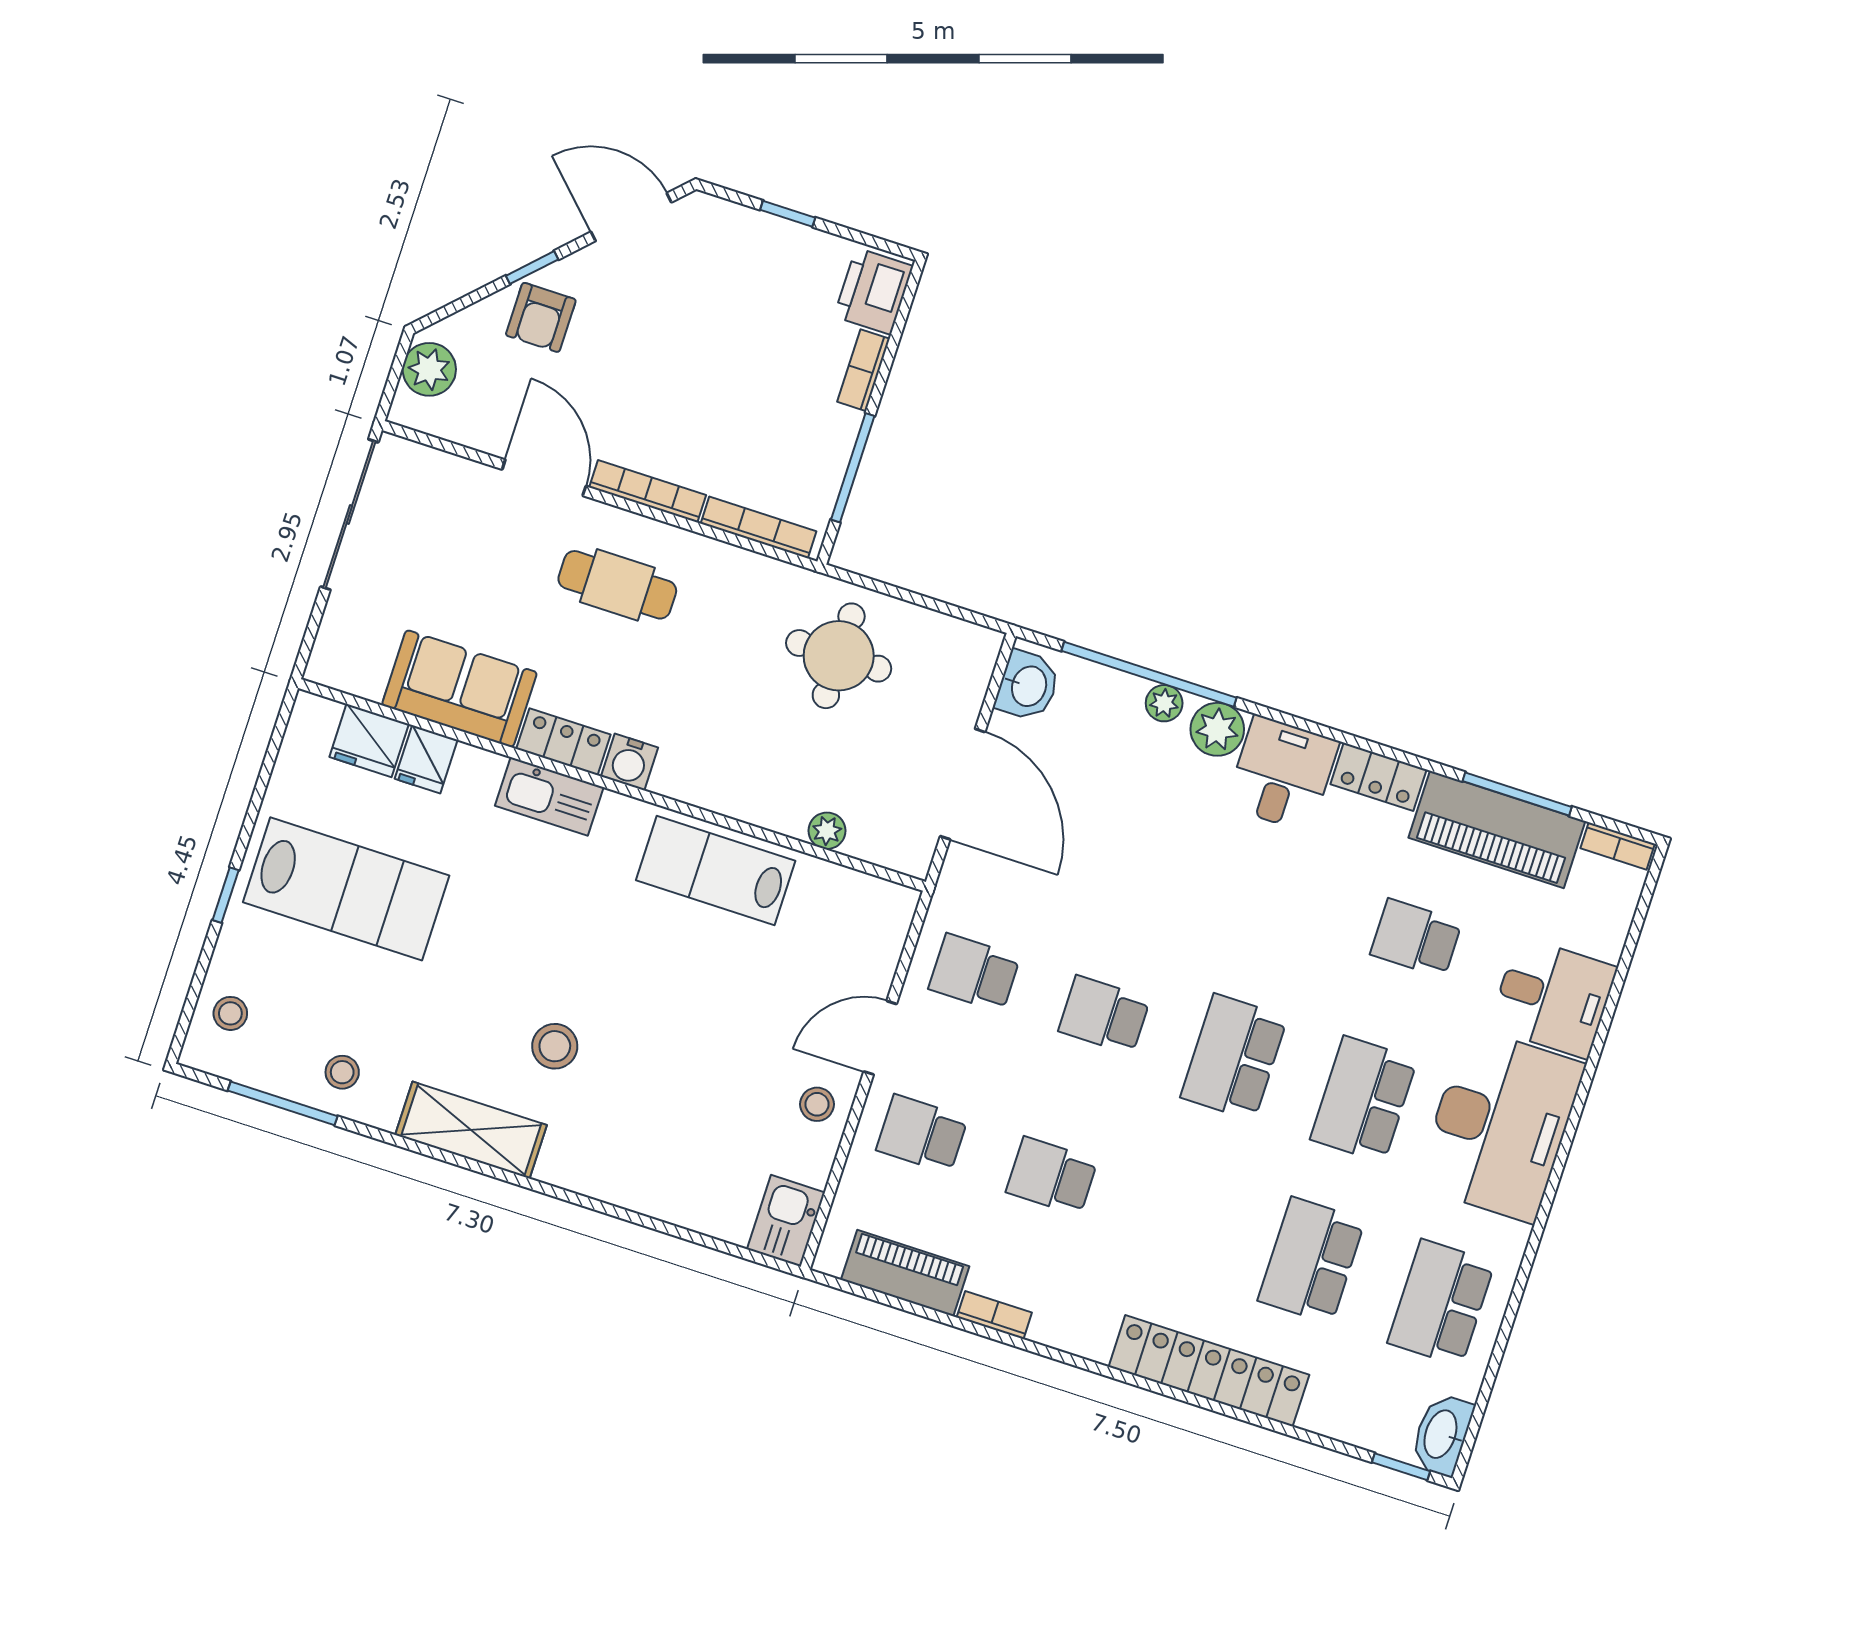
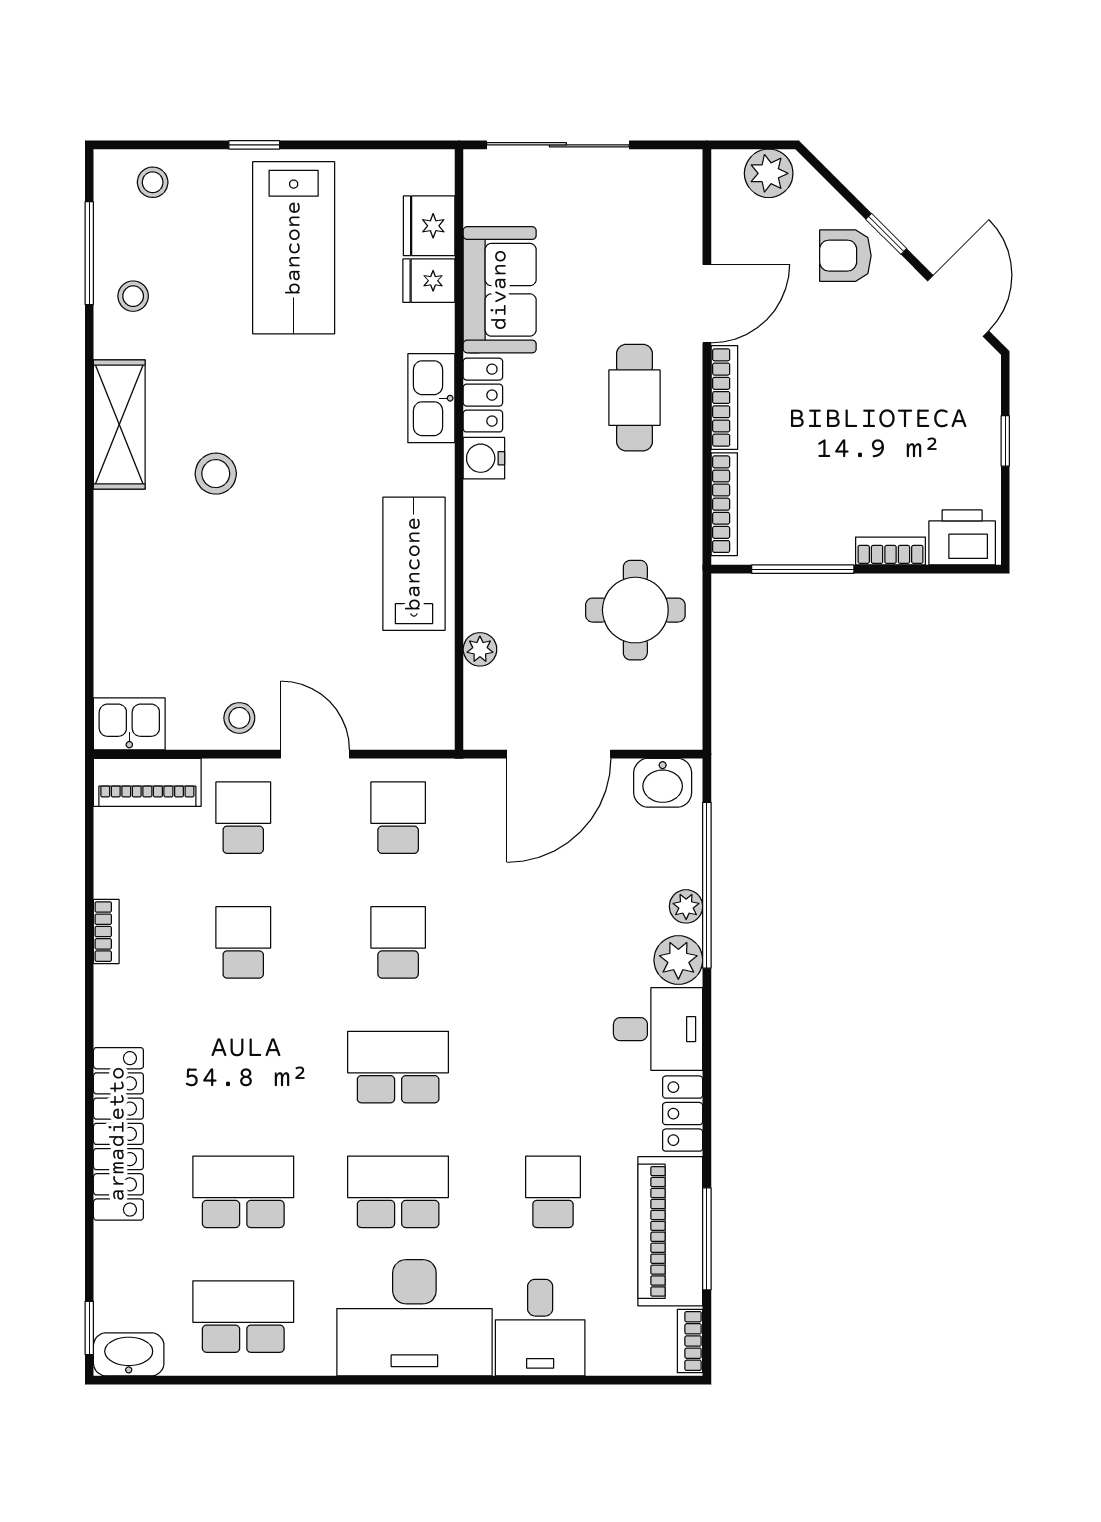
sliding door: (349, 514) -> (558, 145), moved
piano: (905, 1273) -> (147, 782), moved, turned 90

